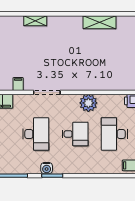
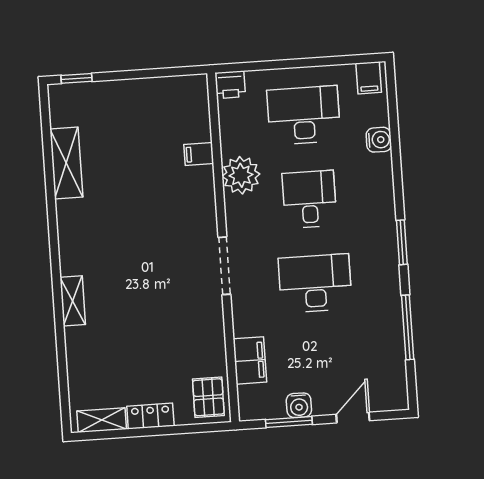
filing cabinet: (18, 84) -> (199, 154), moved
desk: (114, 134) -> (304, 115), turned 180
water cooler: (47, 168) -> (379, 140), moved

